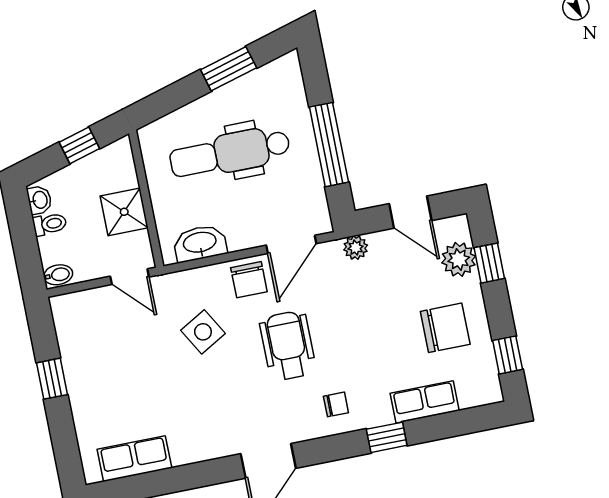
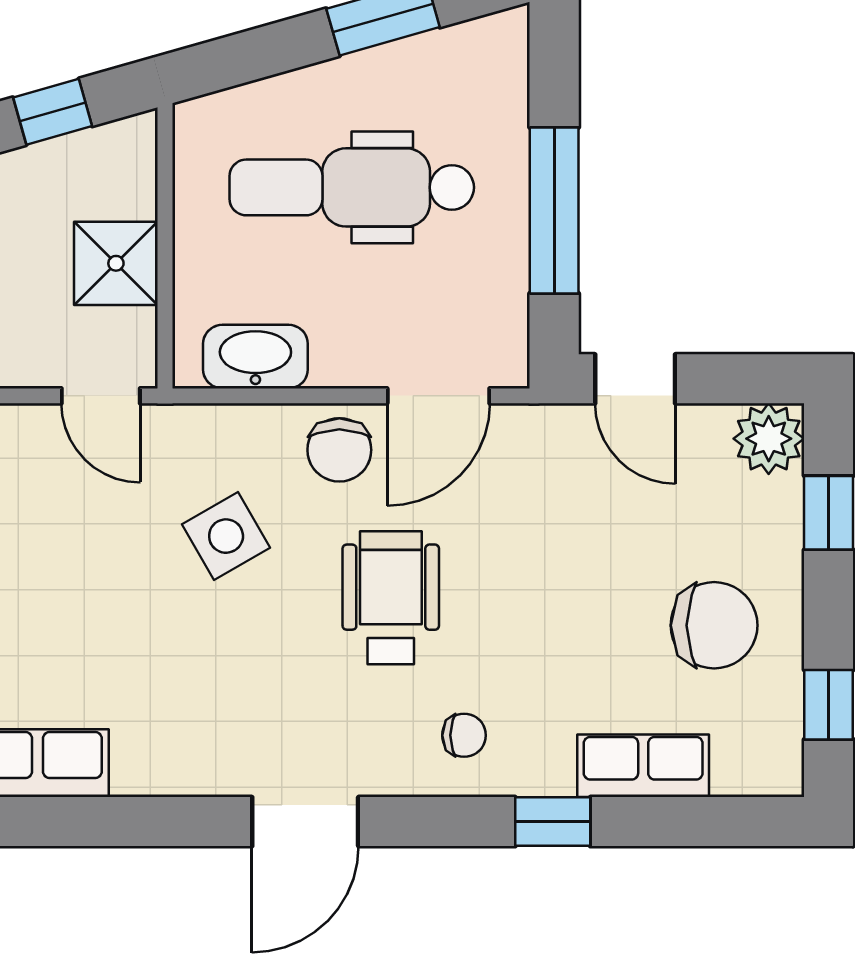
door: (410, 212) -> (635, 379), moved
plant: (356, 248) -> (566, 428), removed
plant: (459, 259) -> (769, 439), moved

